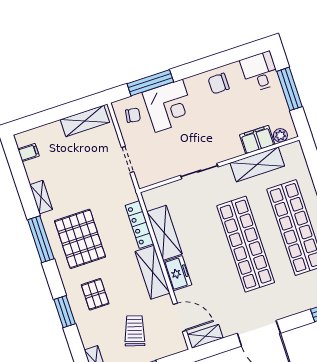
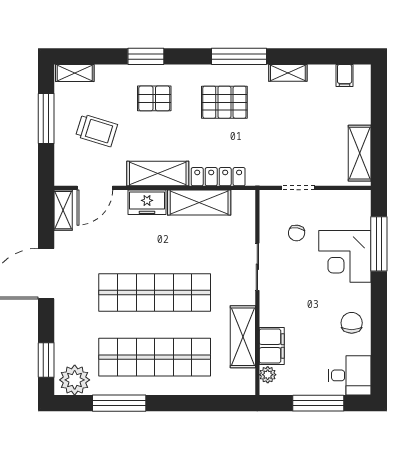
chair: (133, 115) -> (297, 233), moved
pallet: (80, 239) -> (224, 102), width x0.73, depth x0.71

